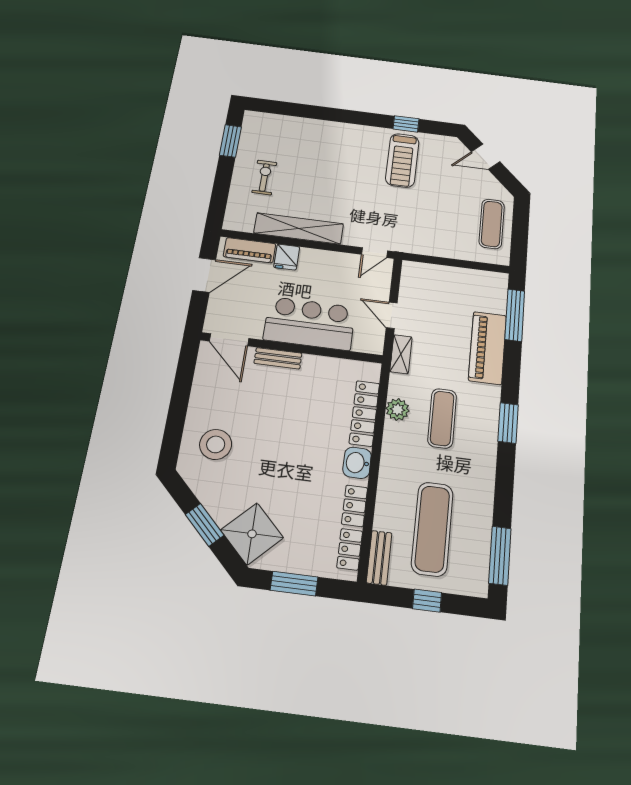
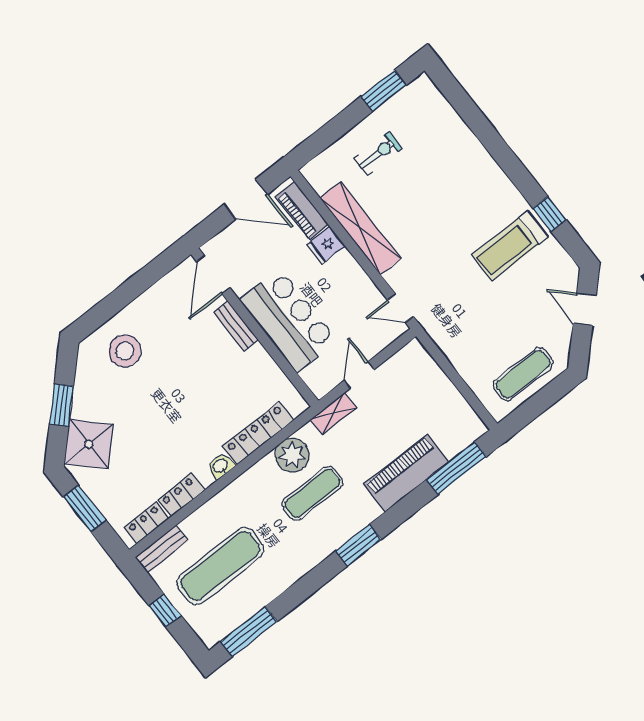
plant: (398, 410) -> (292, 455), width x1.36, depth x1.36
washbasin: (357, 463) -> (221, 466), width x0.72, depth x0.69

